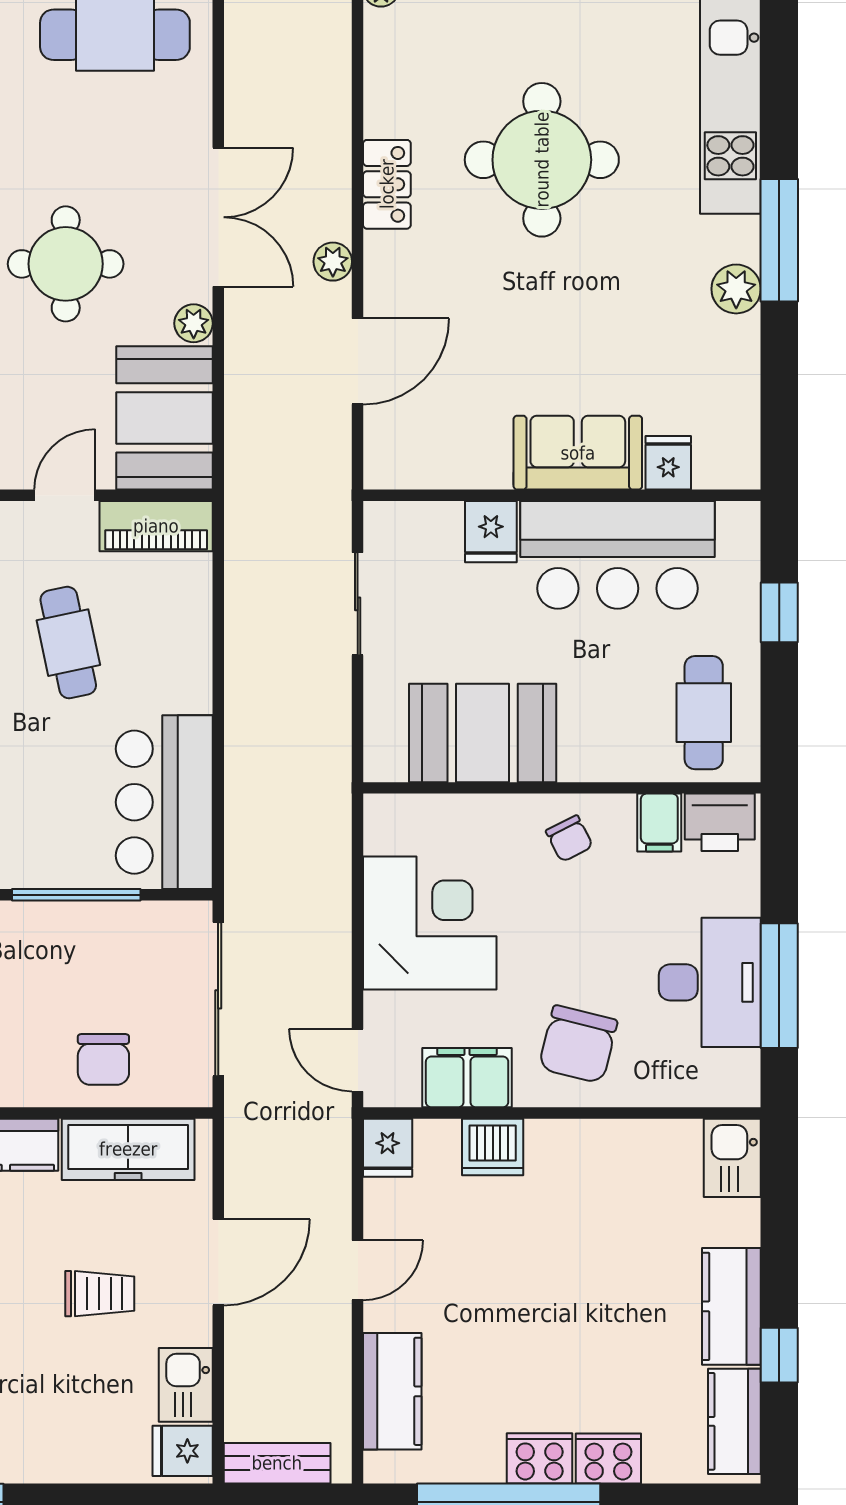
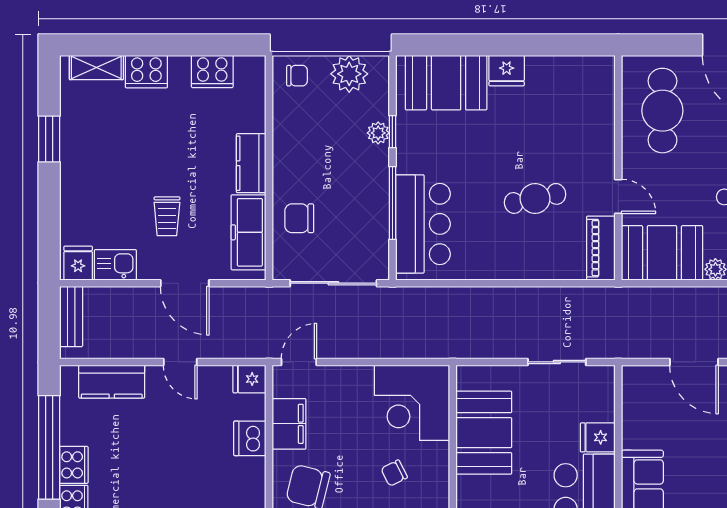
bar counter: (164, 802) -> (423, 224), moved, turned 90
chair: (569, 839) -> (394, 473), moved
corner desk: (430, 923) -> (412, 403), moved, turned 90

